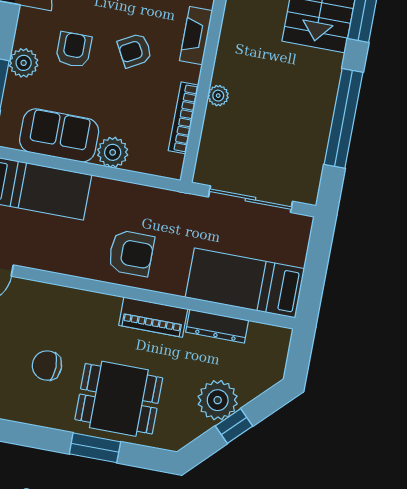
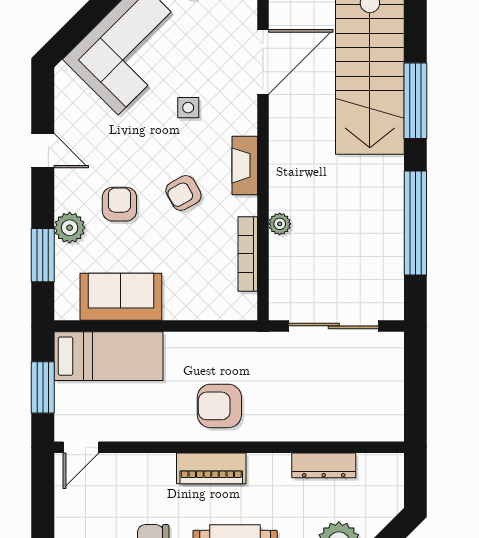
plant: (113, 152) -> (180, 304), removed
armchair: (131, 253) -> (219, 406), turned 180
bed: (245, 283) -> (344, 415), removed
piano: (153, 317) -> (211, 468), moved

